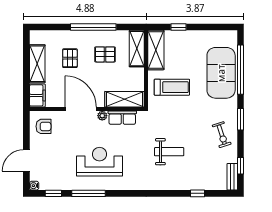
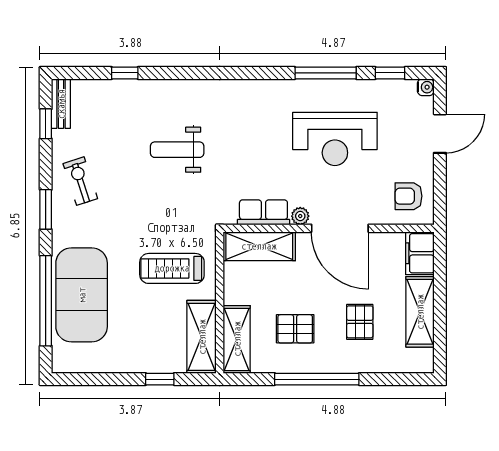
reception desk: (100, 162) -> (335, 139), moved

